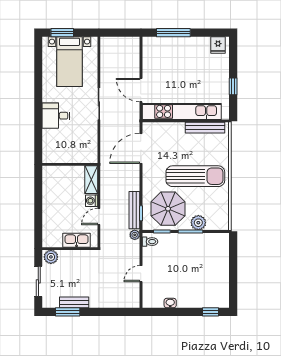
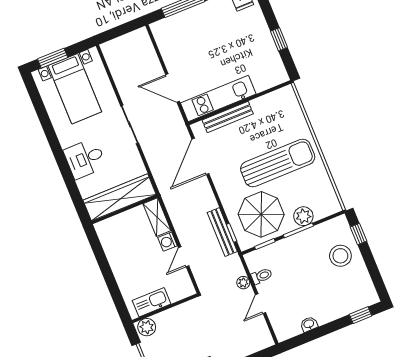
kitchen unit: (182, 111) -> (218, 99), width x0.73
bench: (205, 128) -> (228, 117), moved
wardrobe: (70, 154) -> (120, 197), added
plant: (135, 235) -> (243, 283), moved
kitchen sink: (77, 240) -> (152, 302), moved
toilet: (150, 242) -> (262, 276), moved
window: (233, 252) -> (358, 234), added
stool: (214, 263) -> (340, 256), added

